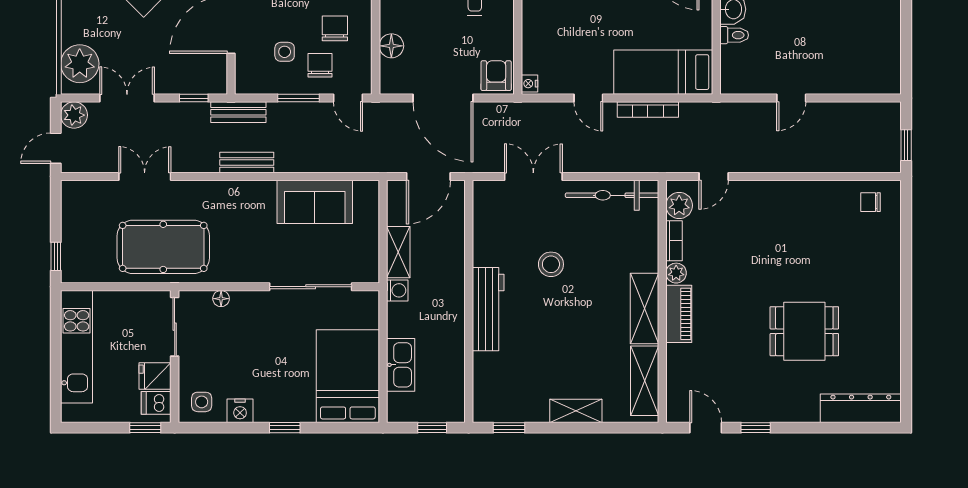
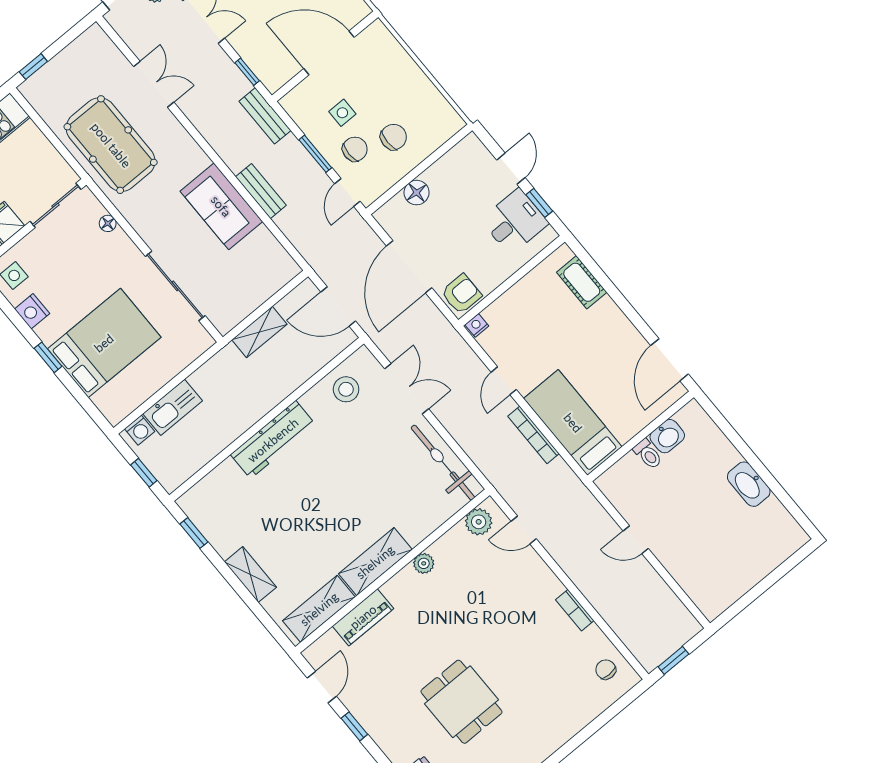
bench: (247, 162) -> (261, 191), moved
sofa: (315, 202) -> (221, 206), moved
bookcase: (674, 241) -> (575, 610), moved, turned 90
stool: (551, 264) -> (346, 389), moved
washing machine: (397, 290) -> (140, 430), moved
piano: (679, 314) -> (363, 617), moved
bed: (348, 376) -> (104, 343), moved

